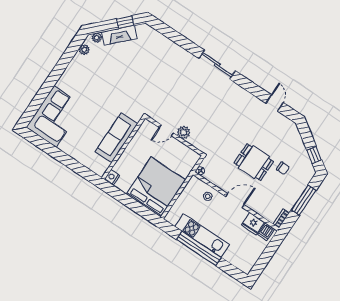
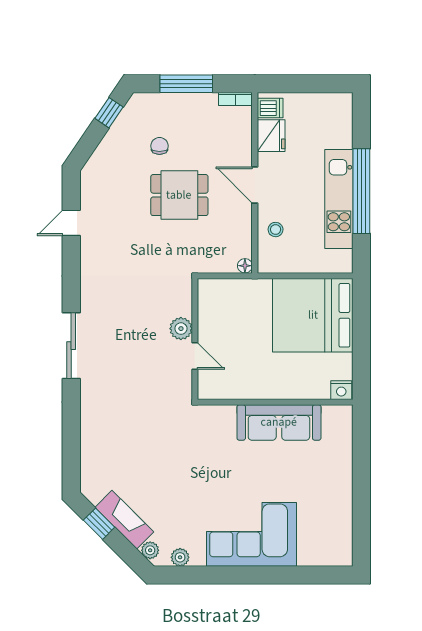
corner sofa: (55, 116) -> (251, 534), moved
door: (166, 130) -> (195, 356), moved
plant: (184, 132) -> (181, 329), moved
wall: (174, 136) -> (195, 339), moved
dining table: (254, 162) -> (179, 195), turned 90

